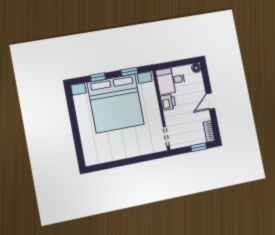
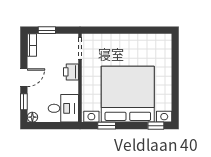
window: (98, 77) -> (156, 126), moved
window: (206, 80) -> (24, 102), added
printer: (168, 102) -> (71, 72), moved

